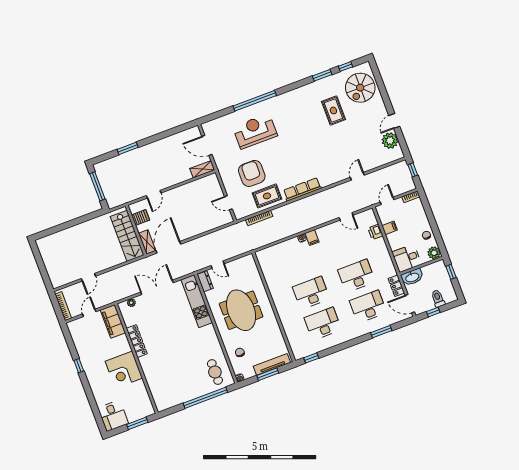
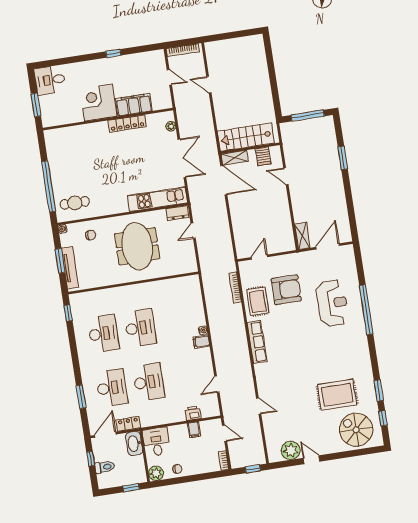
rug: (333, 111) -> (337, 395), width x1.36, depth x1.43
meeting table: (241, 310) -> (137, 246), turned 90
filing cabinet: (113, 321) -> (134, 105), moved

